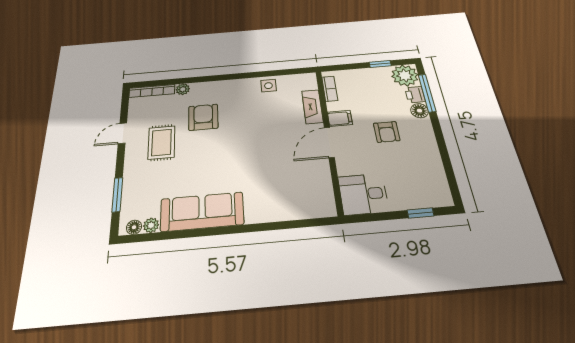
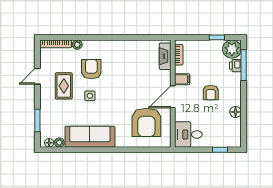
side table: (268, 86) -> (90, 96), moved
fireplace: (312, 107) -> (165, 56), moved
floor lamp: (420, 111) -> (236, 112), moved
armchair: (293, 182) -> (146, 122), added

